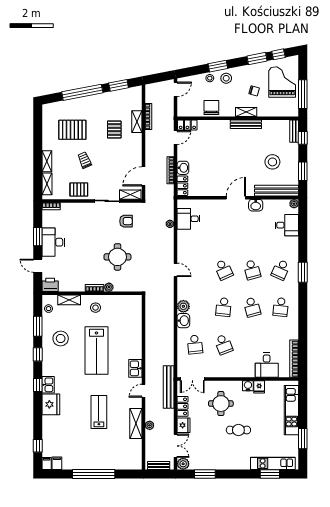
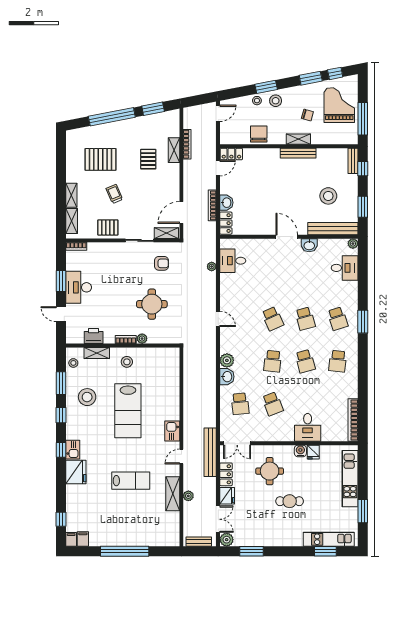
door: (236, 198) -> (287, 237), hinge flipped
school desk: (281, 270) -> (338, 319), turned -42
printer: (50, 285) -> (94, 336), moved
desk: (267, 365) -> (308, 427), moved
lab bench: (99, 412) -> (131, 481), turned 90

